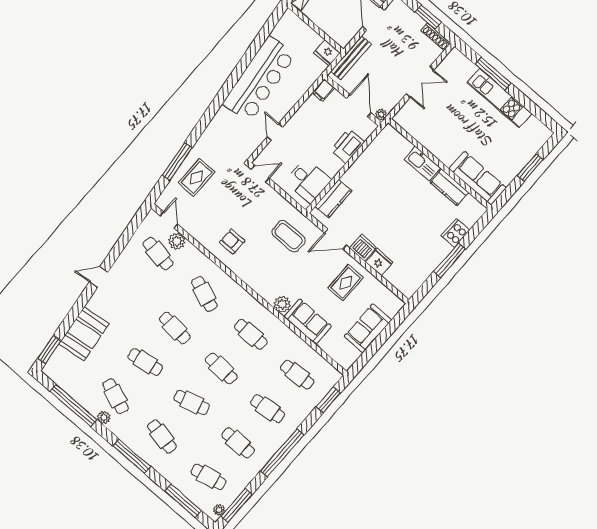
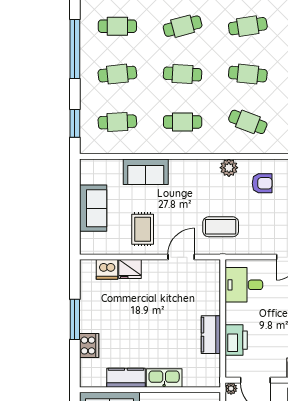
kitchen counter: (334, 199) -> (211, 335), moved
dishwasher: (363, 248) -> (107, 269), moved
plant: (282, 304) -> (229, 168), moved

